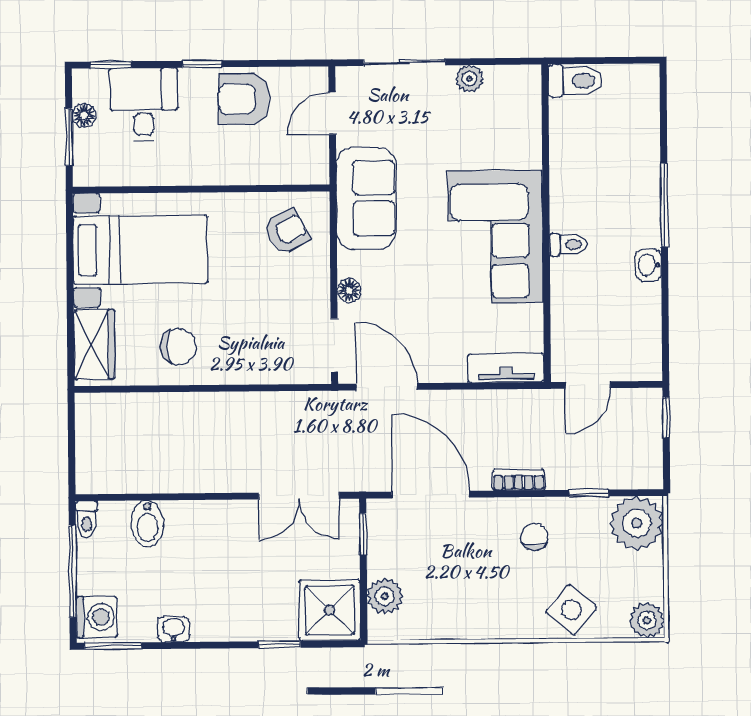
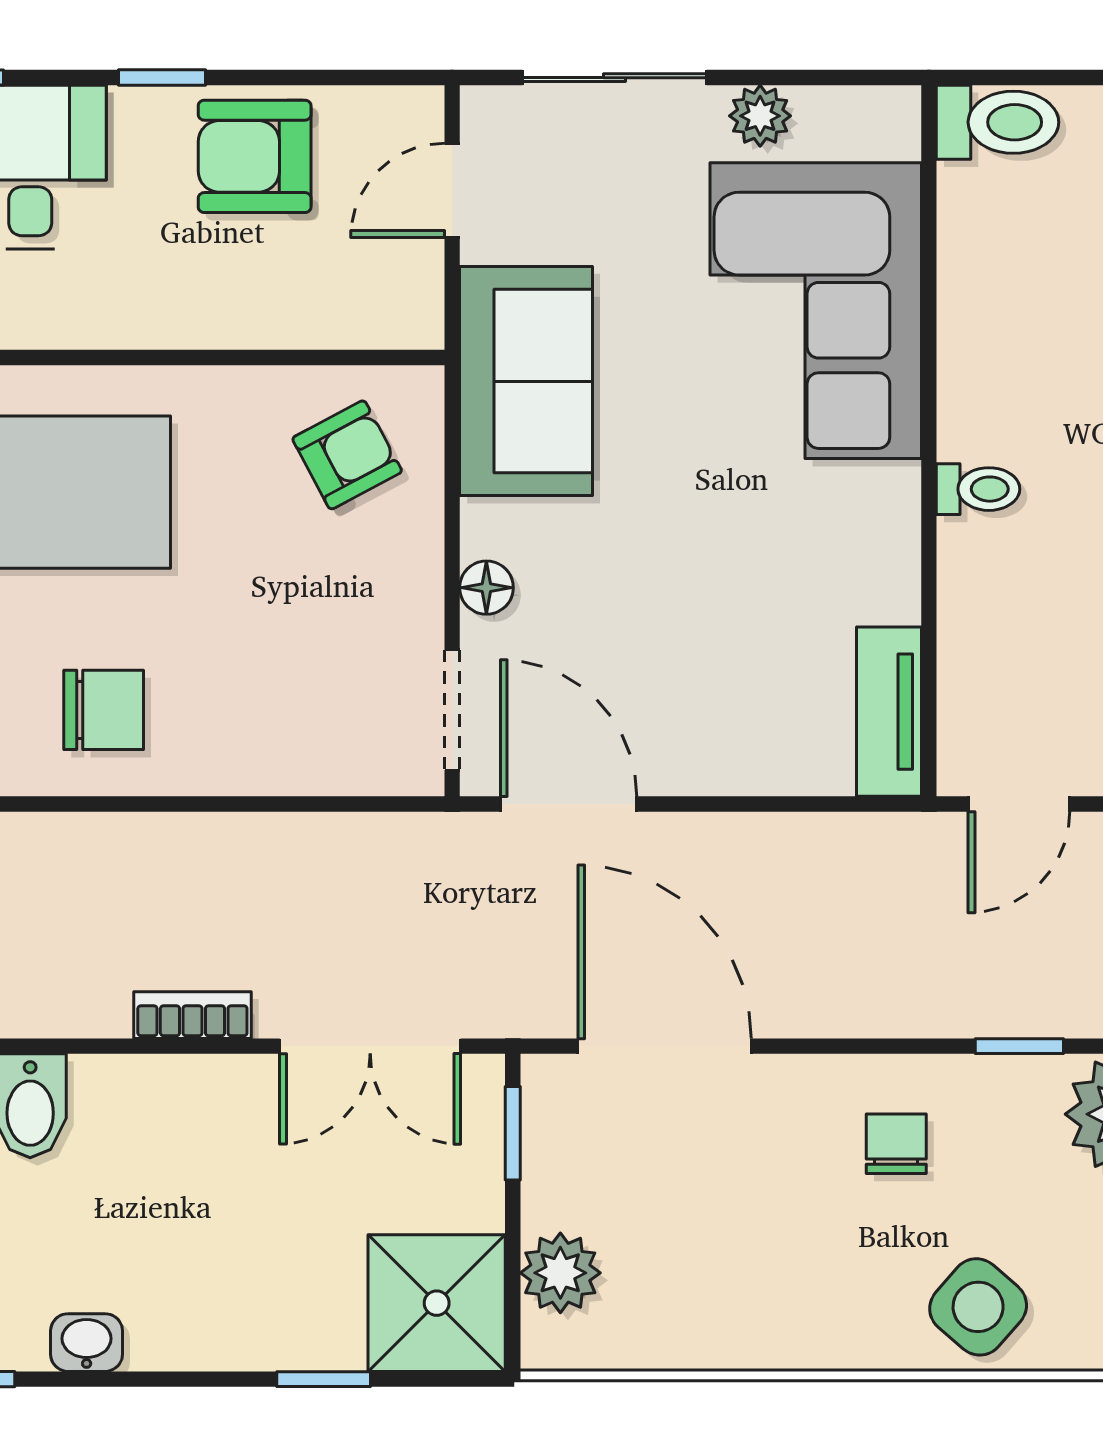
corner sofa: (496, 236) -> (816, 311), moved
tv unit: (506, 368) -> (889, 712), moved, turned -90
bookcase: (518, 480) -> (192, 1015), moved

